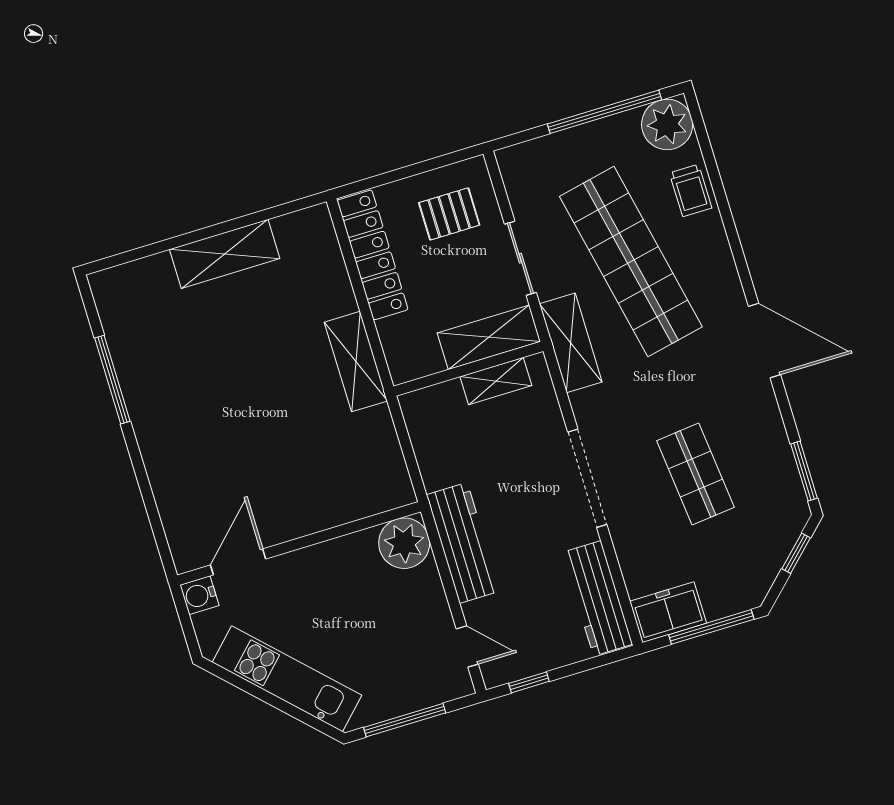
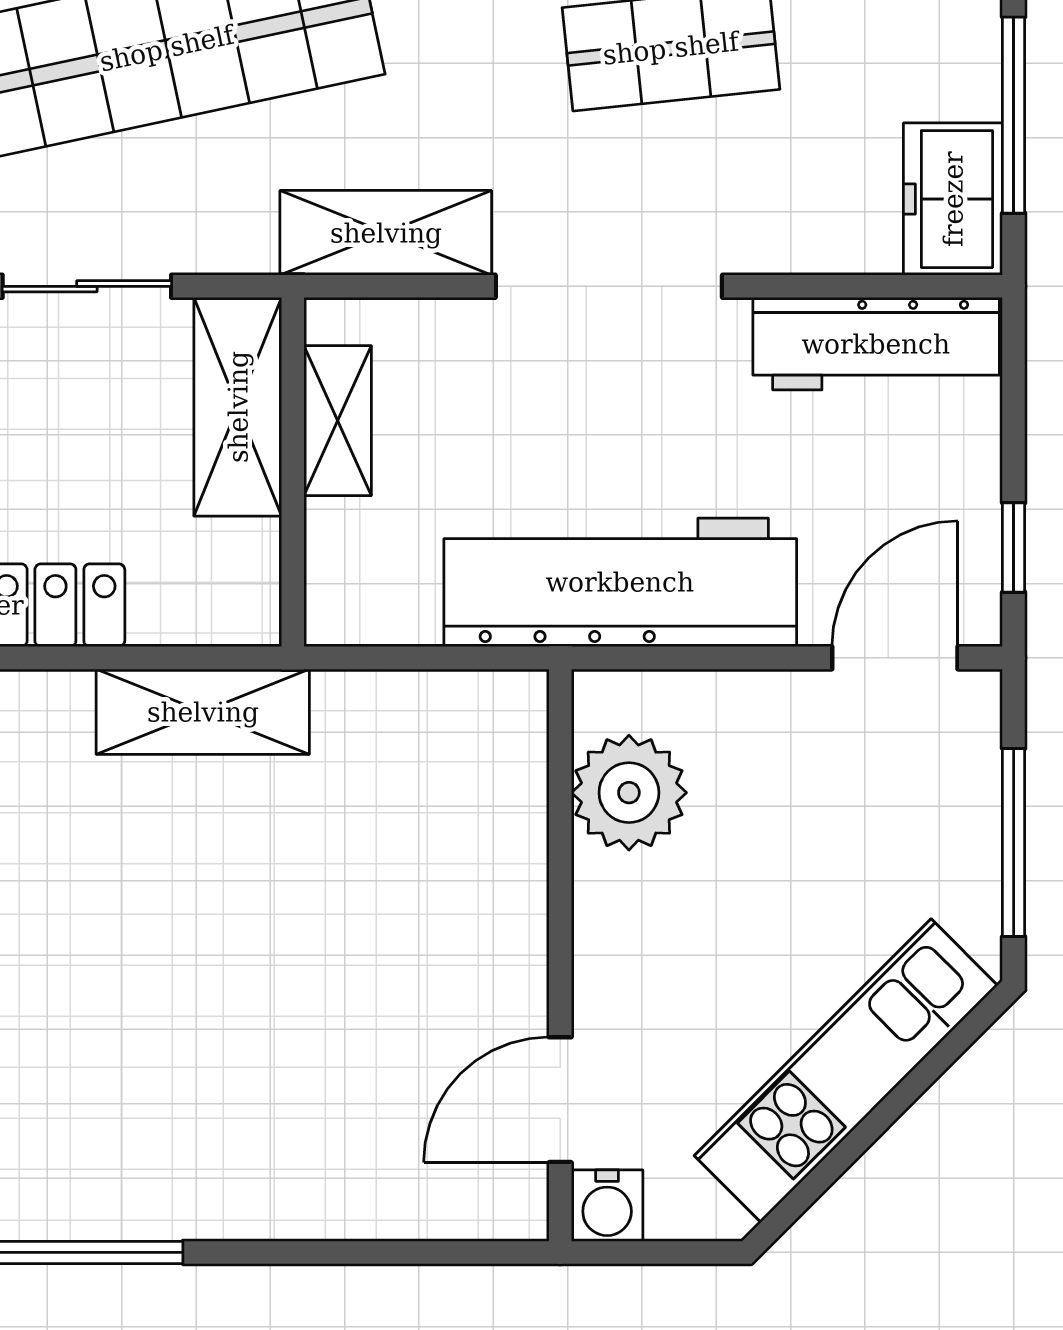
shelving: (571, 343) -> (386, 233), moved
plant: (404, 543) -> (629, 793), moved
workbench: (463, 543) -> (620, 582), width x1.36, depth x1.32
door: (238, 562) -> (560, 1100), hinge flipped
door: (467, 646) -> (895, 658), width x1.38

